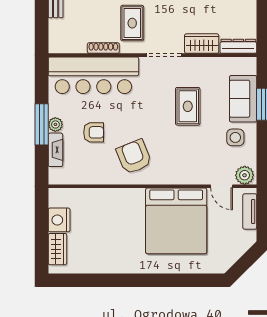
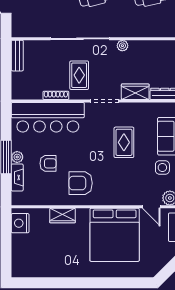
armchair: (134, 157) -> (81, 183), turned -68
nightstand: (59, 220) -> (20, 223), moved
wardrobe: (57, 249) -> (62, 216), moved, turned 90

